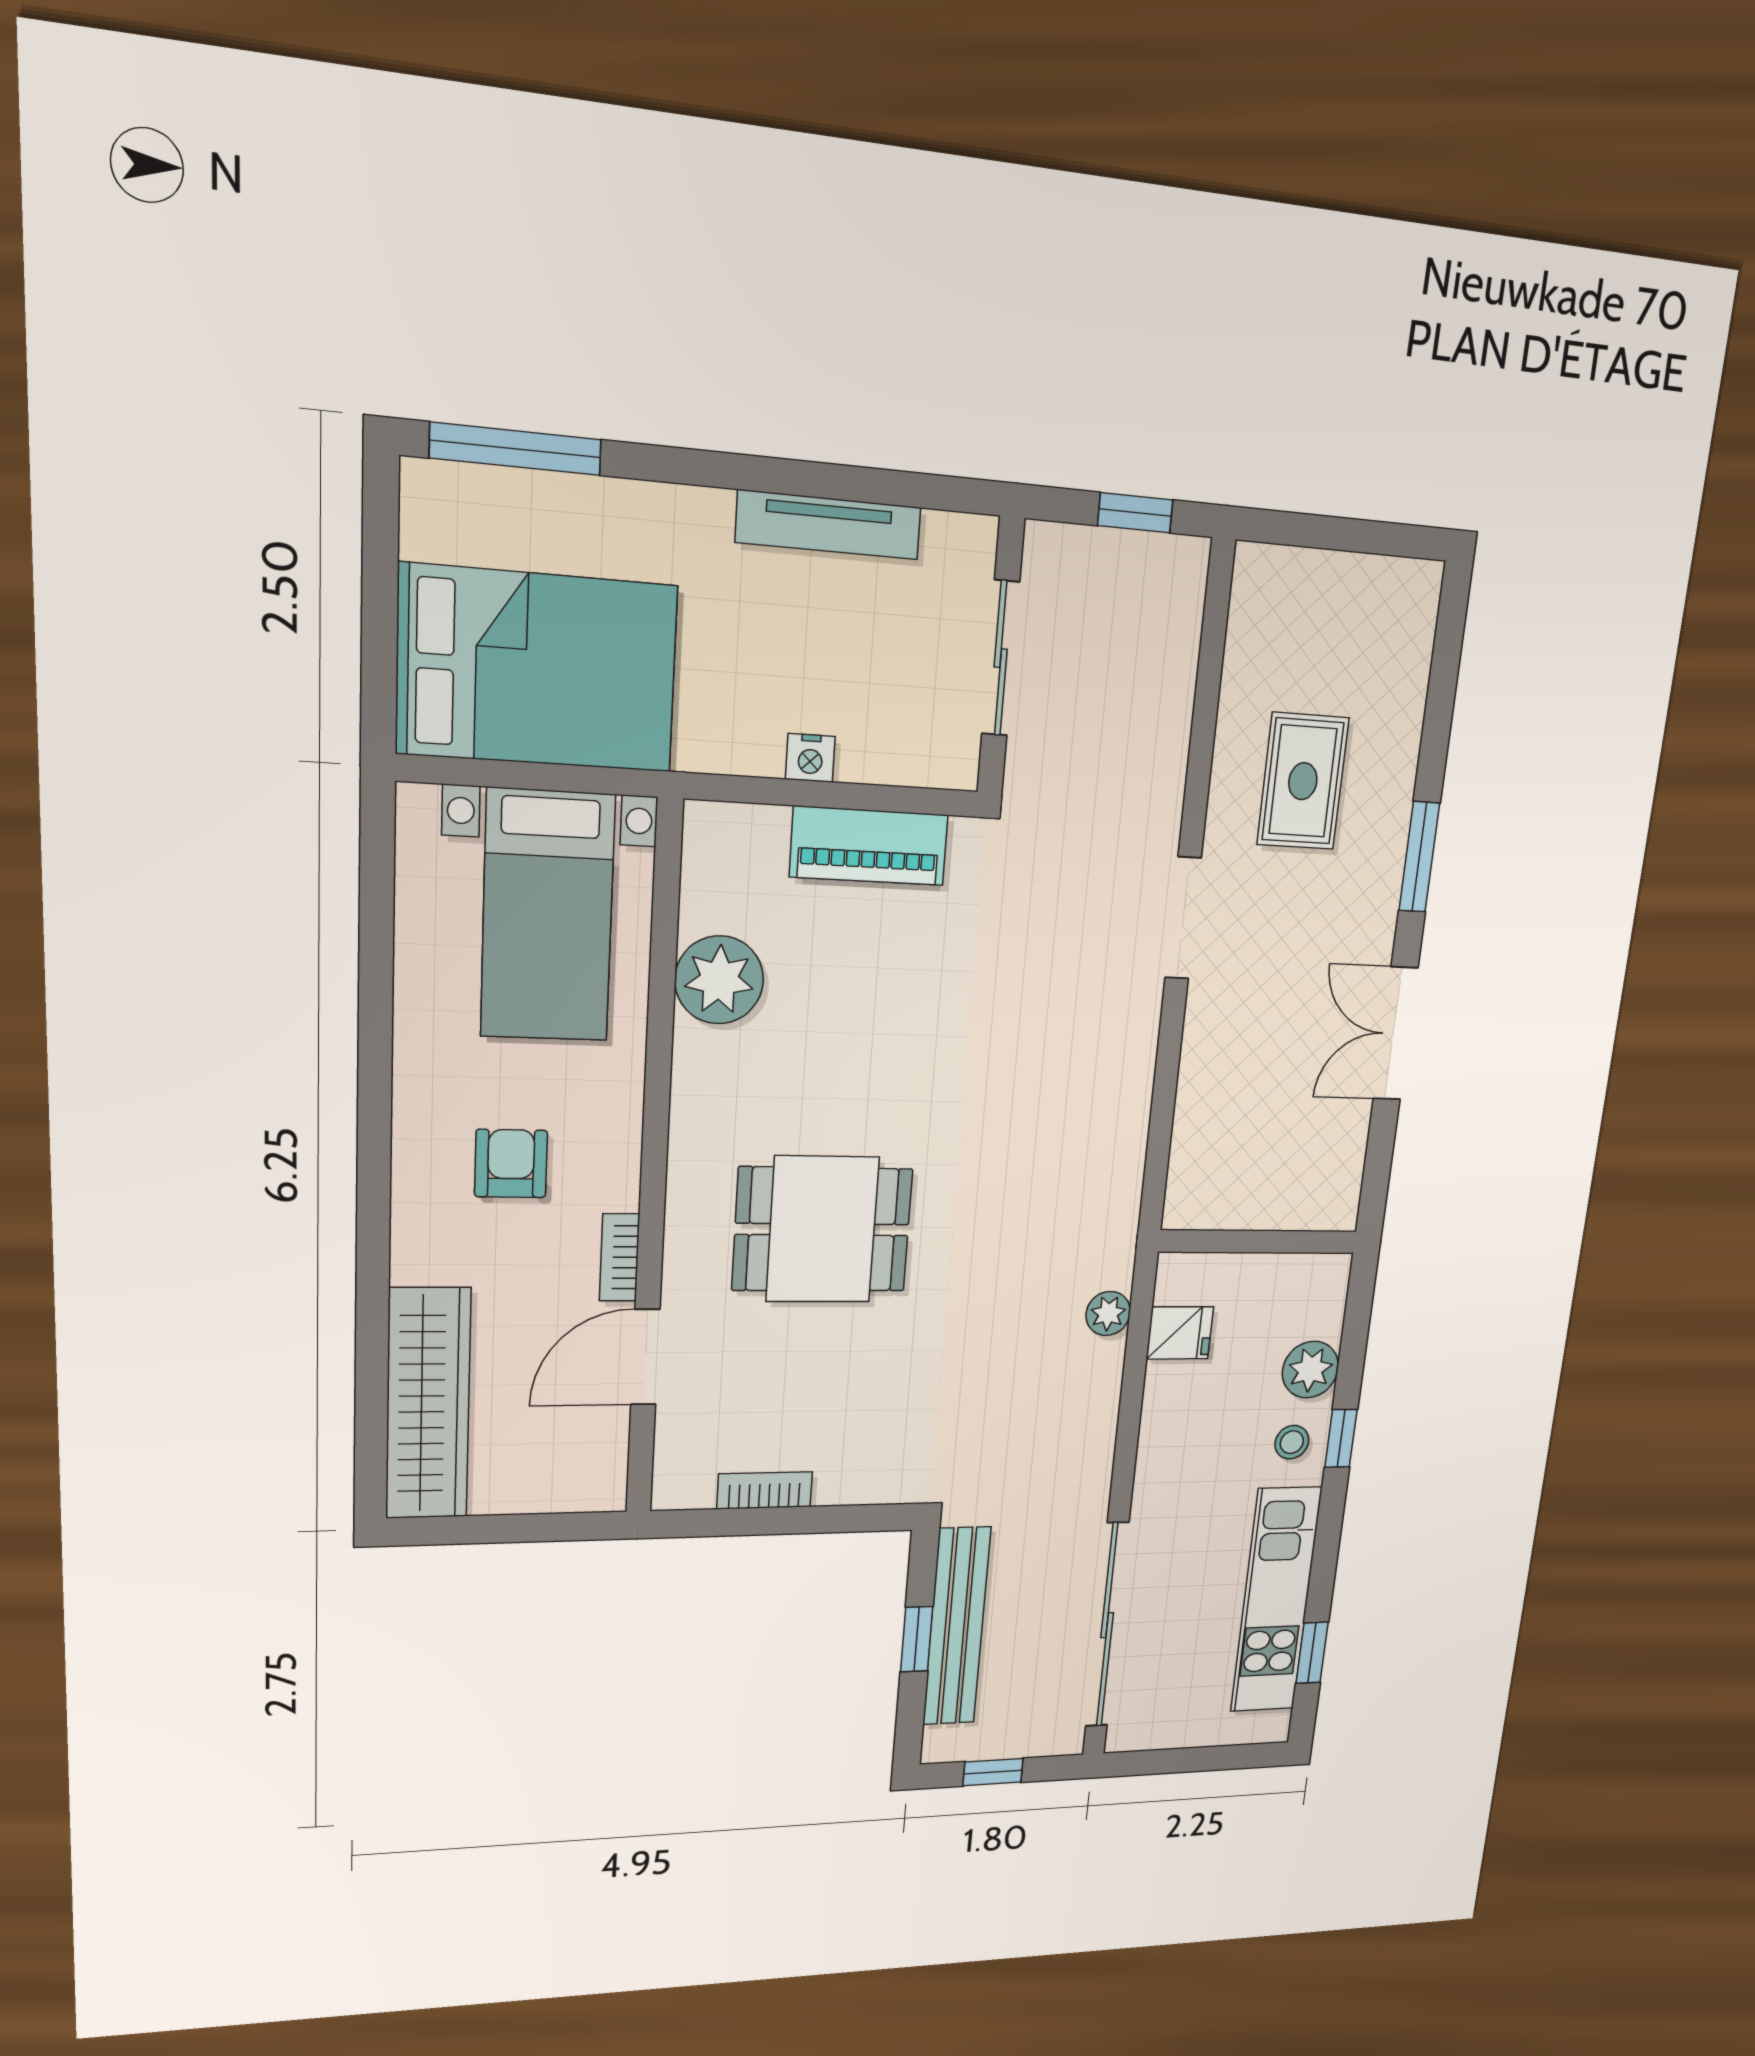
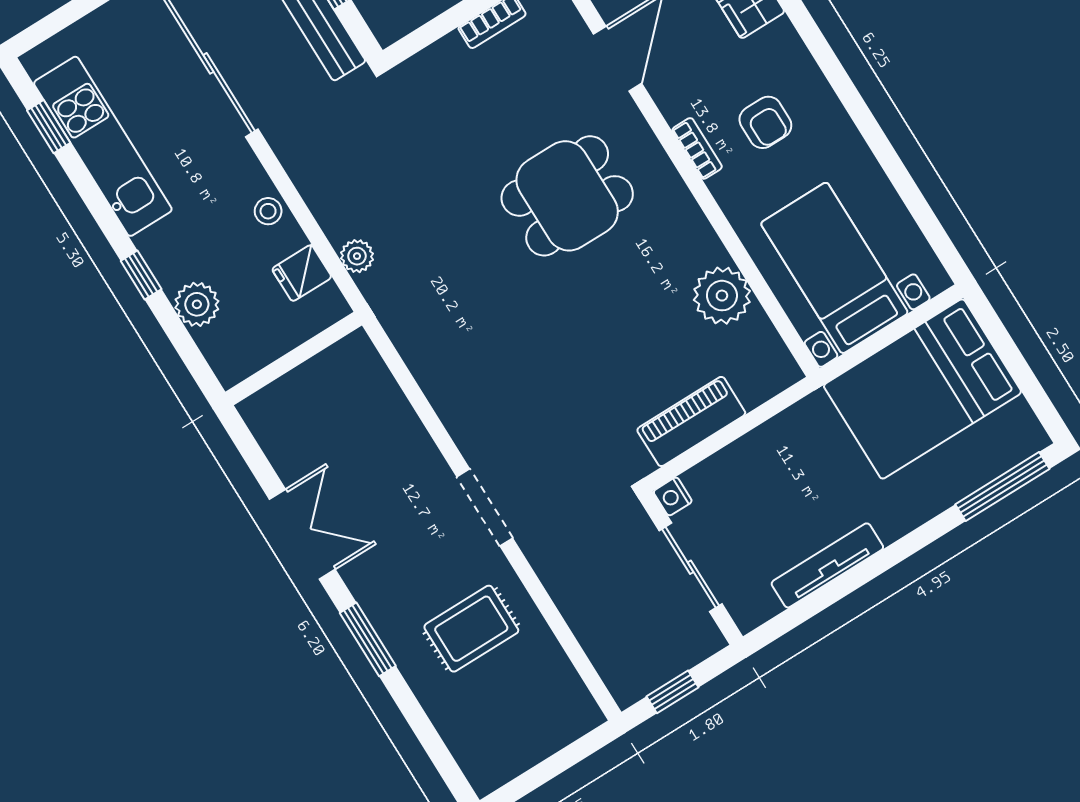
nightstand: (810, 758) -> (673, 496), moved, turned -90
rug: (1303, 781) -> (471, 629), turned 90
bookcase: (619, 1257) -> (697, 148), moved
stool: (1292, 1442) -> (268, 211), moved

